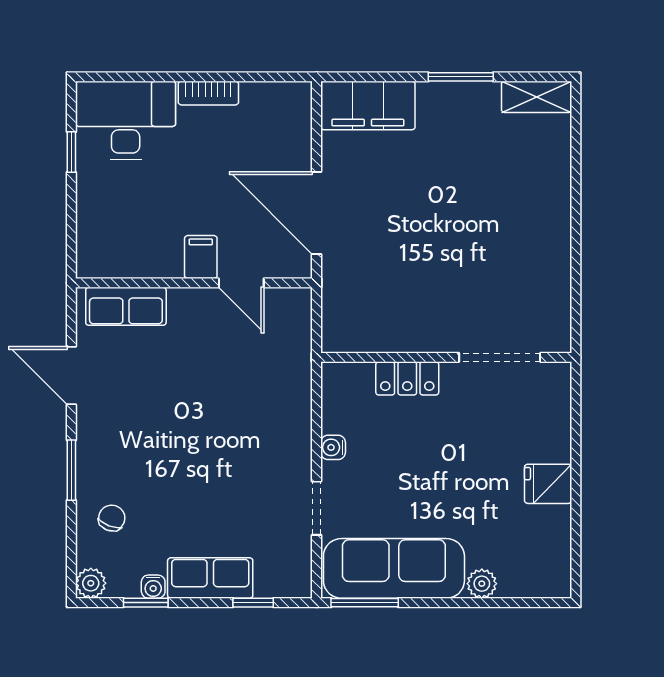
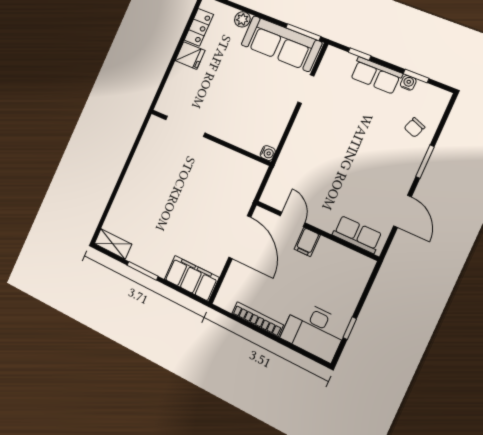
bookcase: (208, 93) -> (258, 319), width x1.56
locker: (407, 378) -> (199, 27), moved, turned 90
water cooler: (333, 447) -> (268, 153), moved
plant: (91, 583) -> (441, 98), removed

